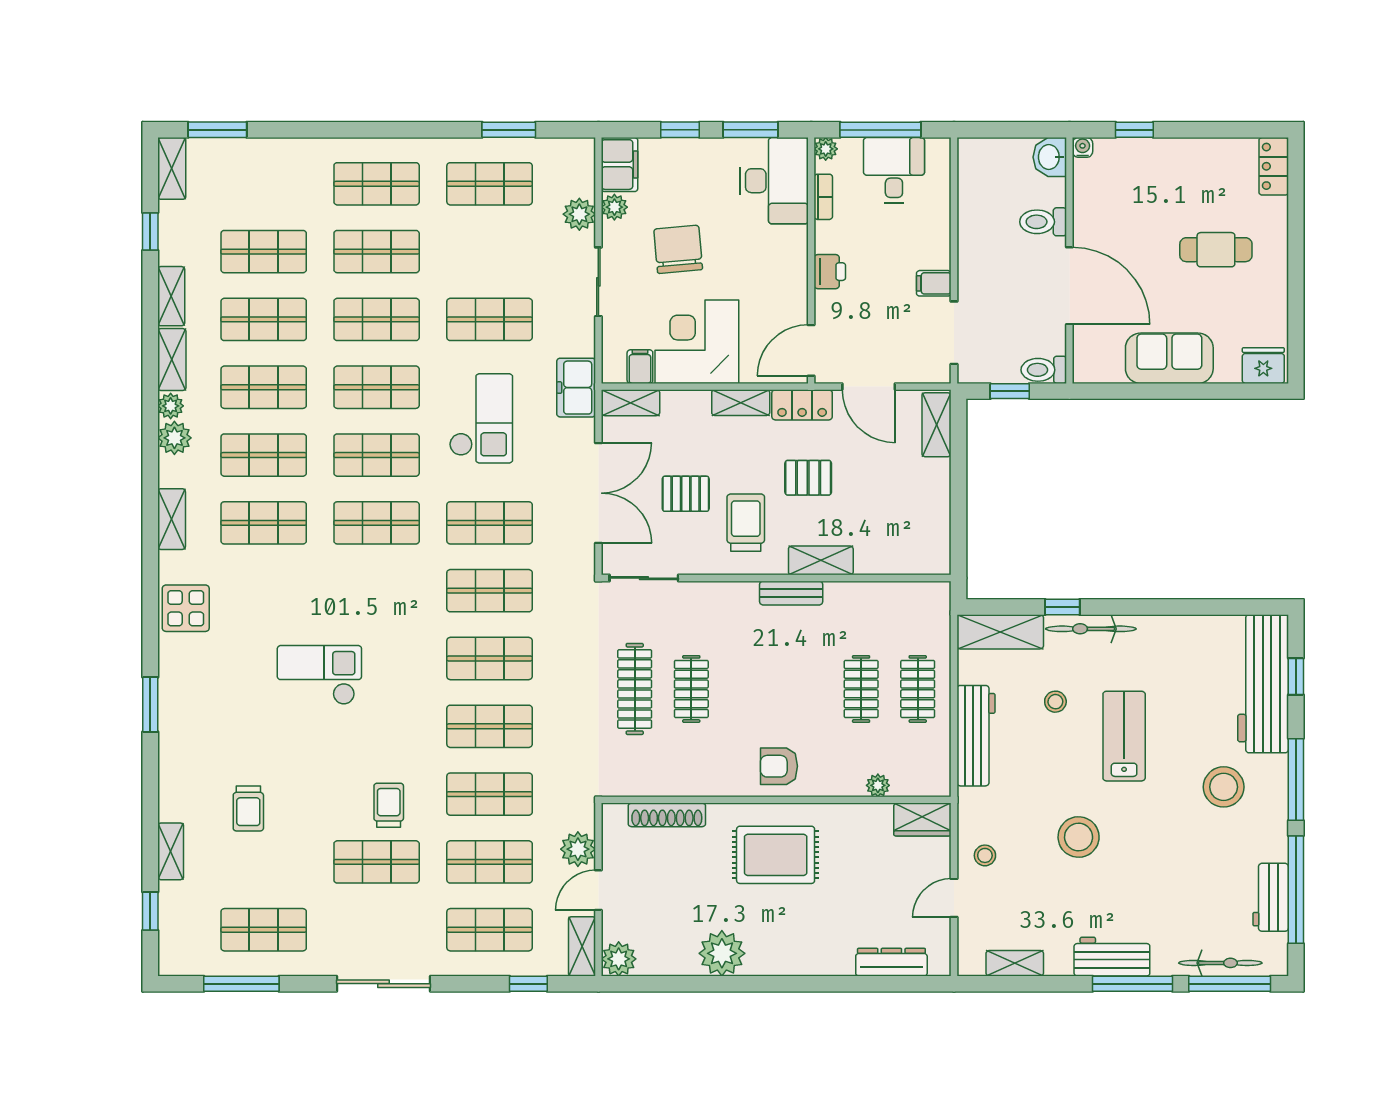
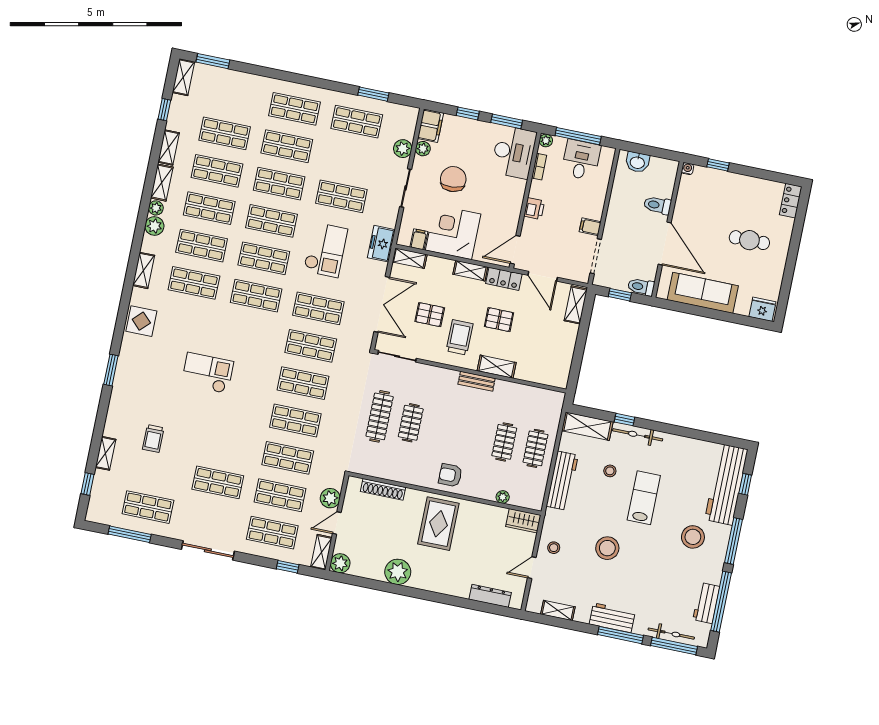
washbasin: (1050, 157) -> (637, 162), moved, turned -90
sofa: (1169, 358) -> (703, 293), width x1.36
trolley: (389, 805) -> (231, 453), removed
rug: (776, 855) -> (438, 524), turned 90

